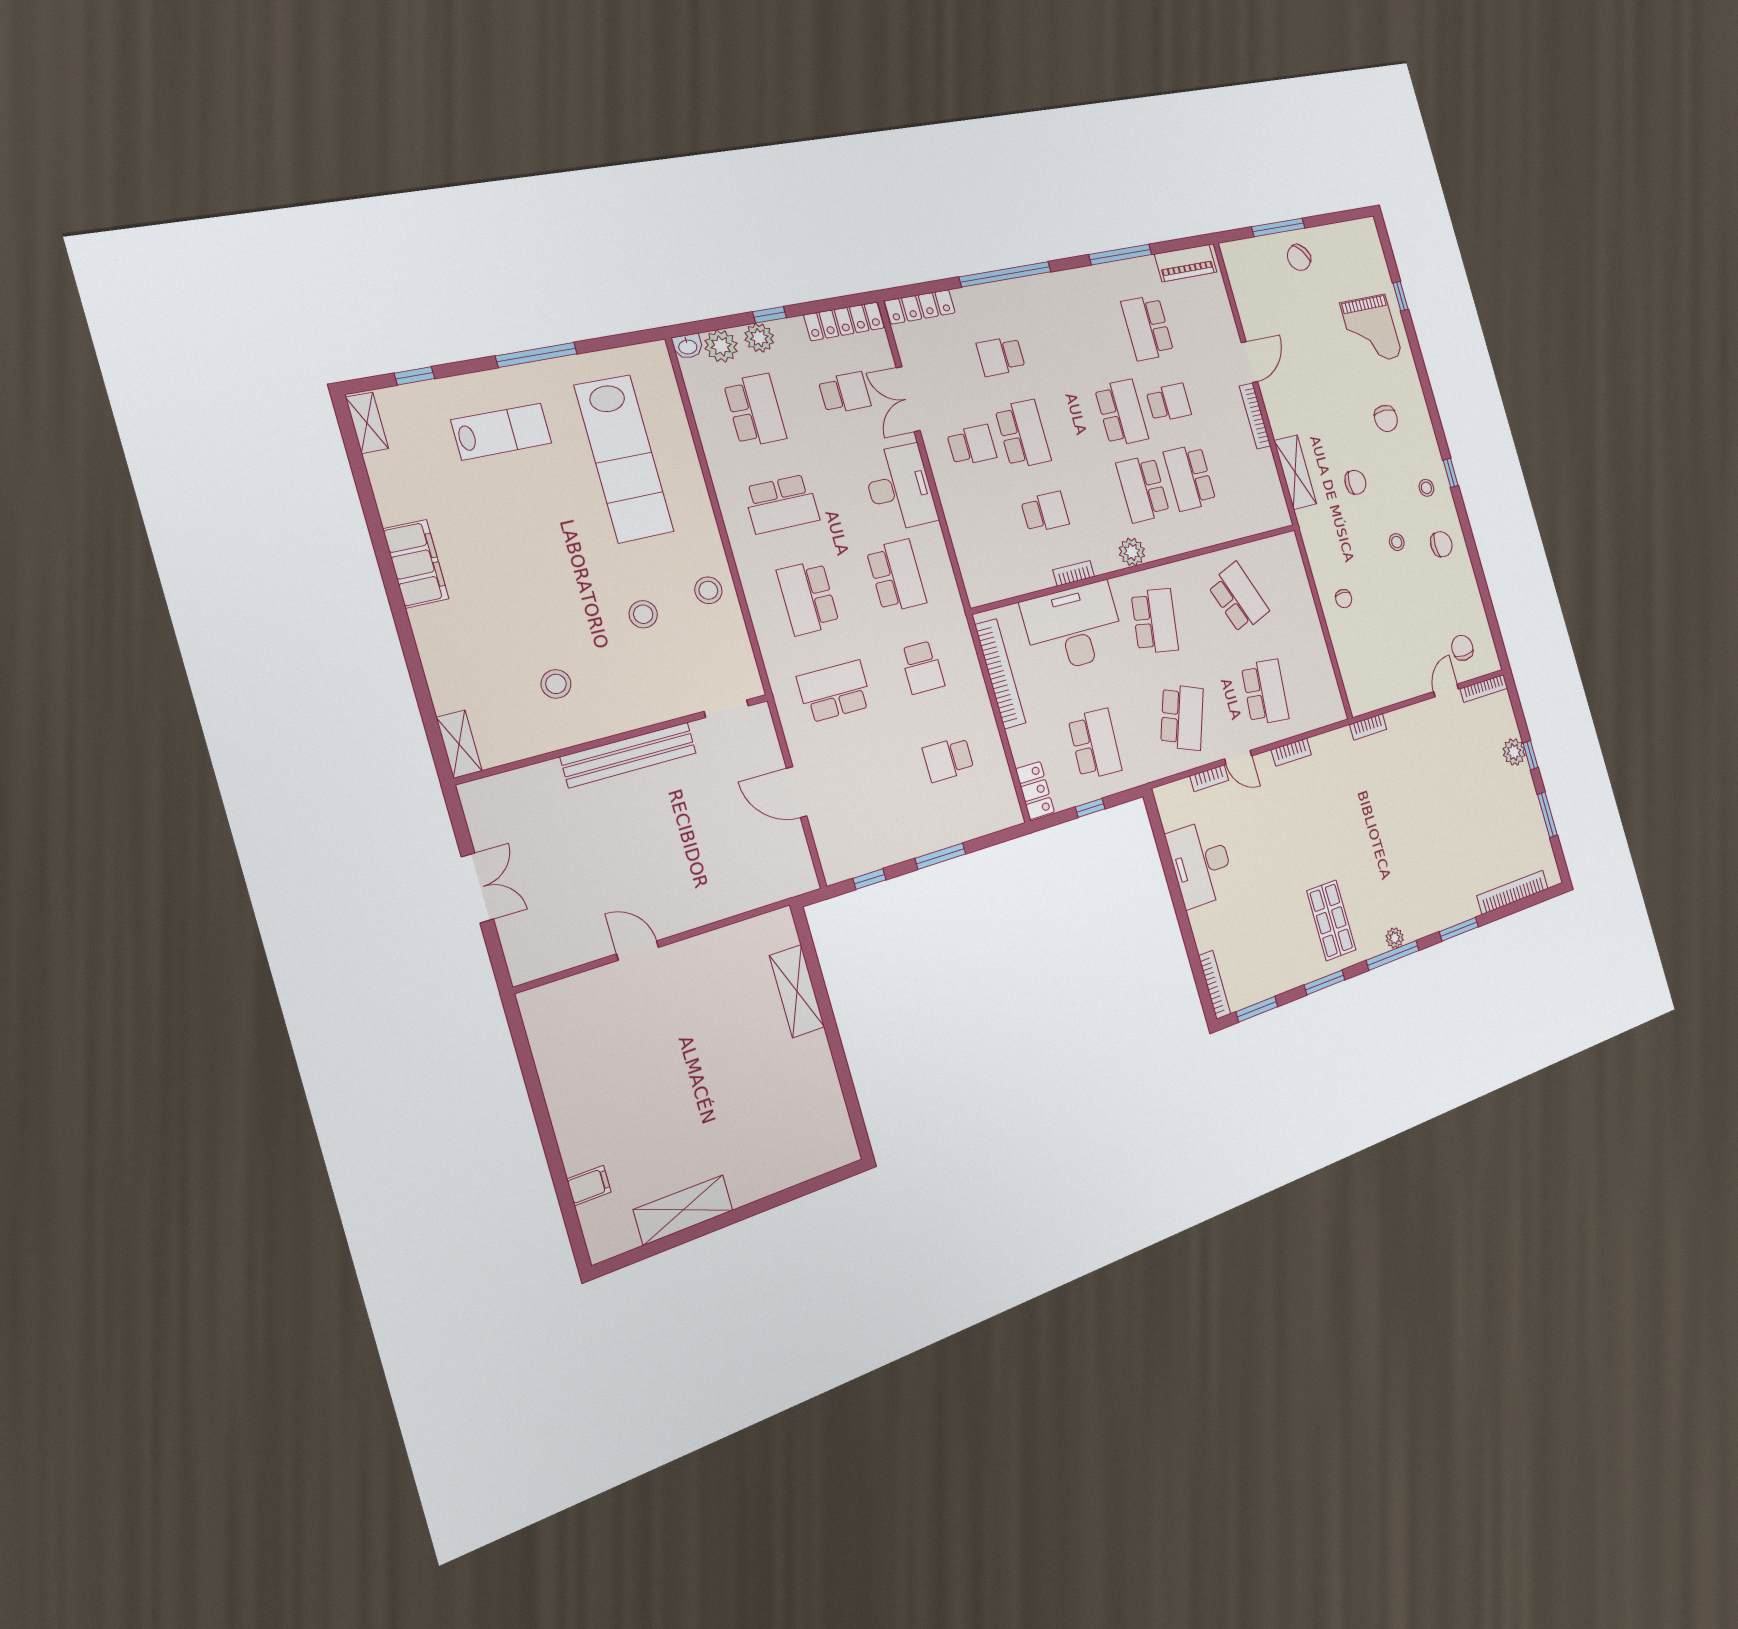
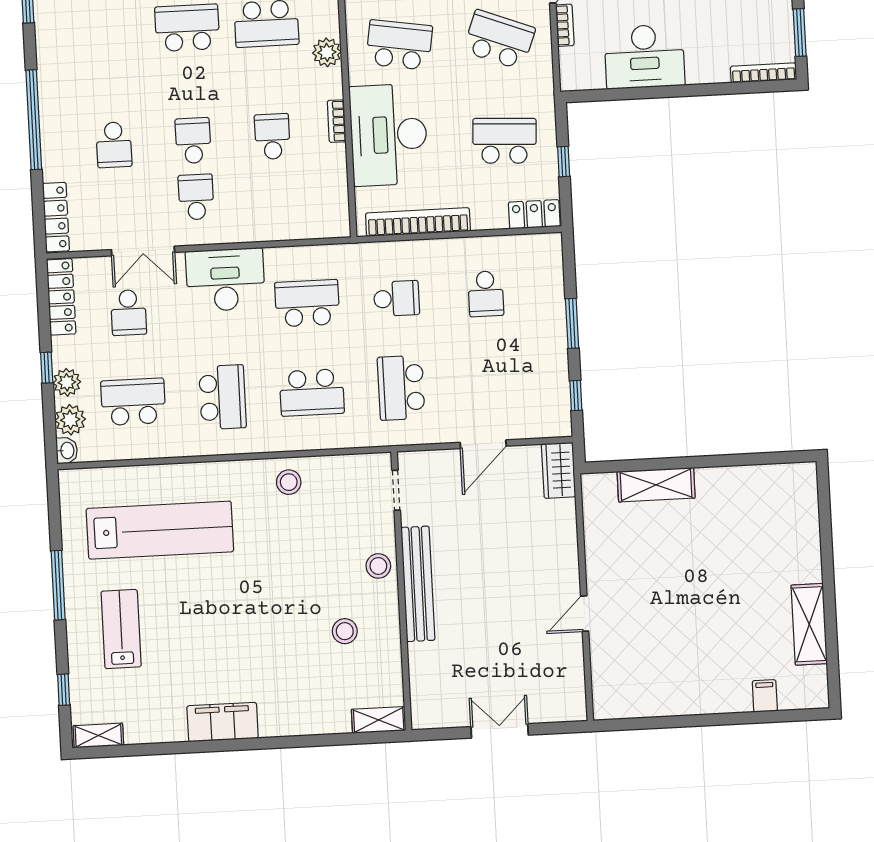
school desk: (845, 393) -> (129, 313), turned 180
school desk: (1023, 434) -> (193, 141), width x0.54
stool: (643, 614) -> (378, 566), moved
wardrobe: (788, 881) -> (559, 470), added

